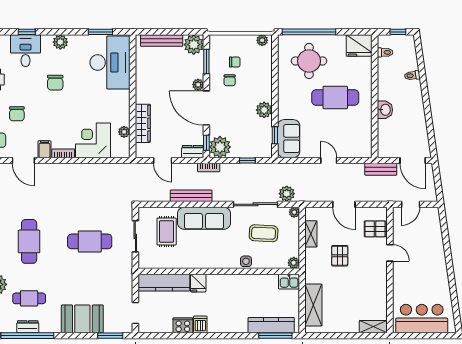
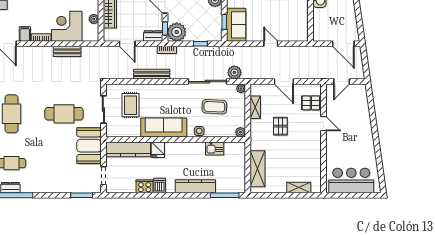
bench: (381, 169) -> (67, 51), moved
sofa: (204, 218) -> (164, 128), moved, turned 180
kitchen sink: (289, 282) -> (215, 149), moved
booth: (82, 319) -> (89, 146), moved, turned 90
kitchen counter: (271, 325) -> (195, 186), moved
shelving: (373, 327) -> (299, 188), moved

